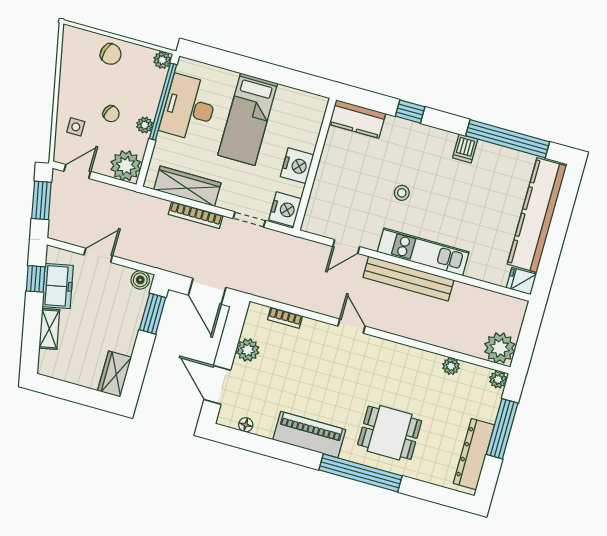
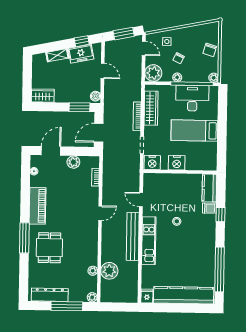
dishwasher: (465, 148) -> (209, 208), moved
plant: (500, 348) -> (109, 271), moved
window: (361, 473) -> (24, 238), width x0.68

